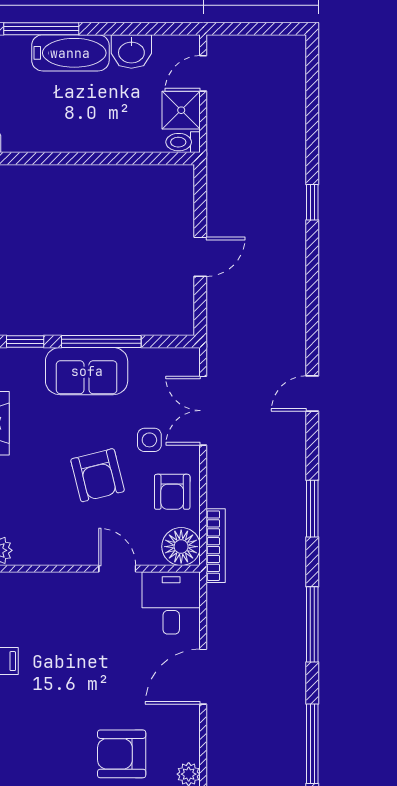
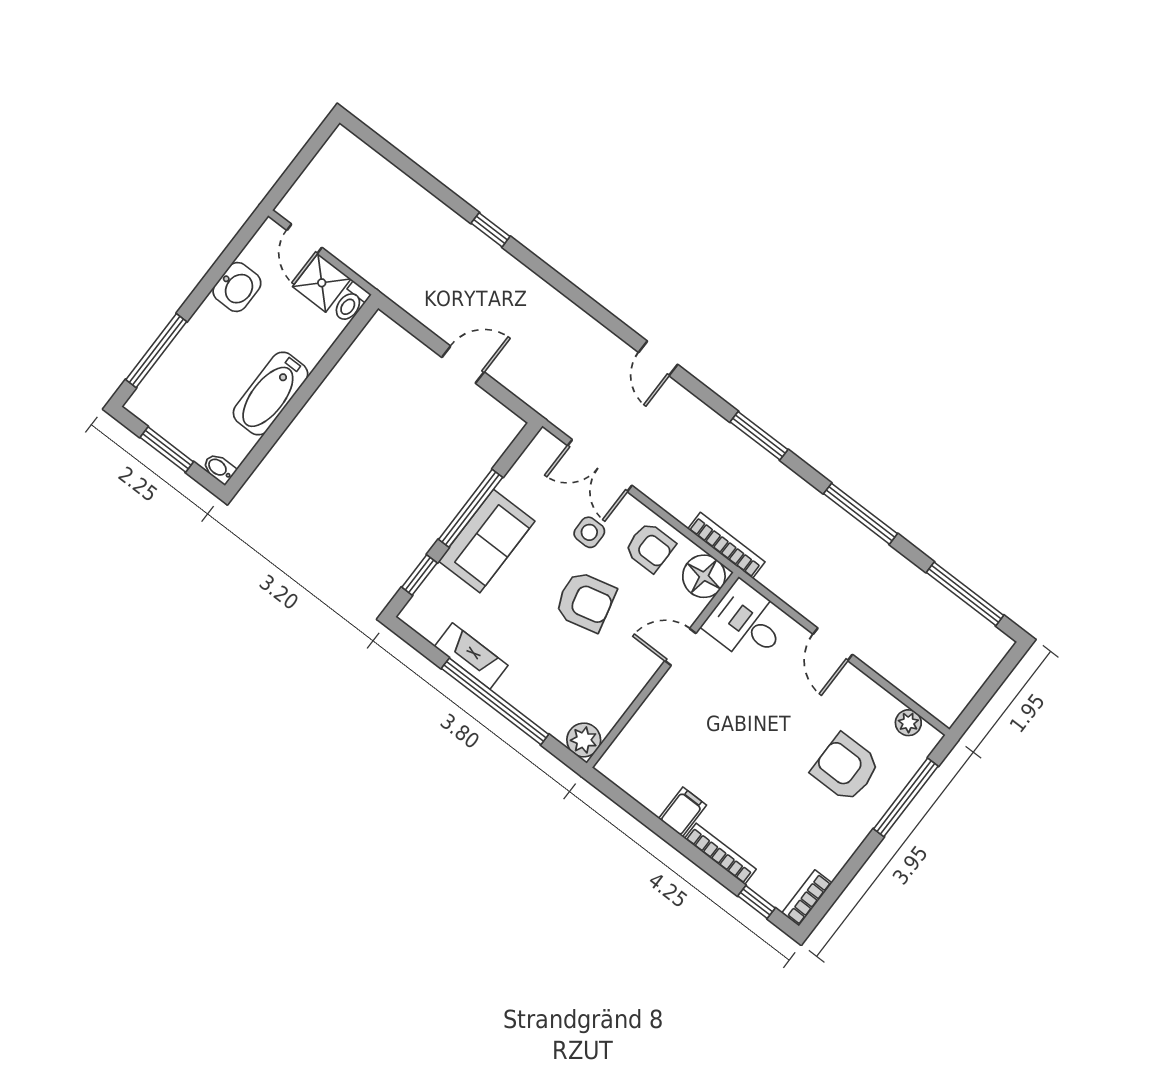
bathtub: (70, 53) -> (271, 393), moved, turned 180
door: (200, 257) -> (463, 365), hinge flipped
door: (203, 677) -> (833, 644), width x0.73
armchair: (122, 754) -> (846, 768), turned 90

